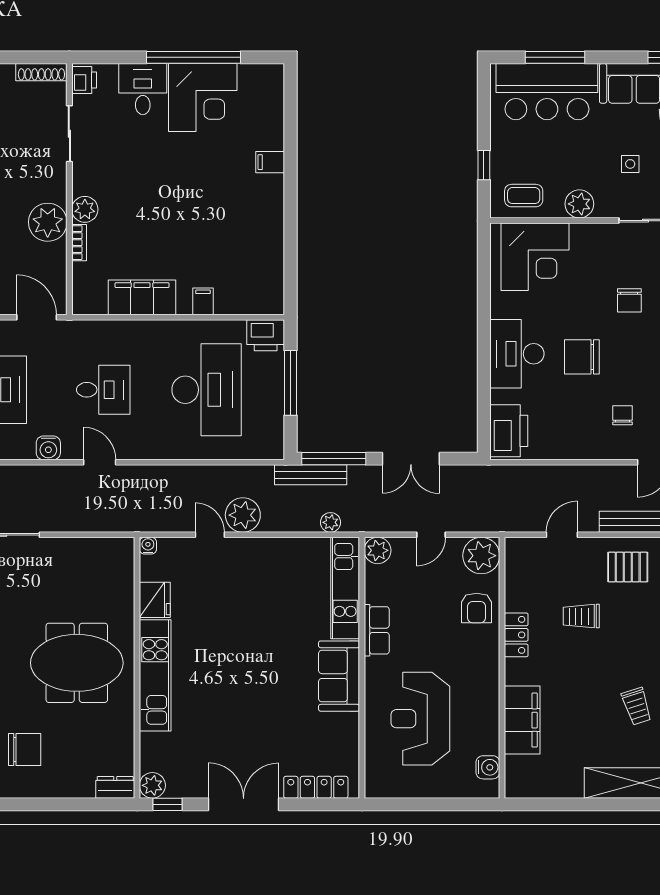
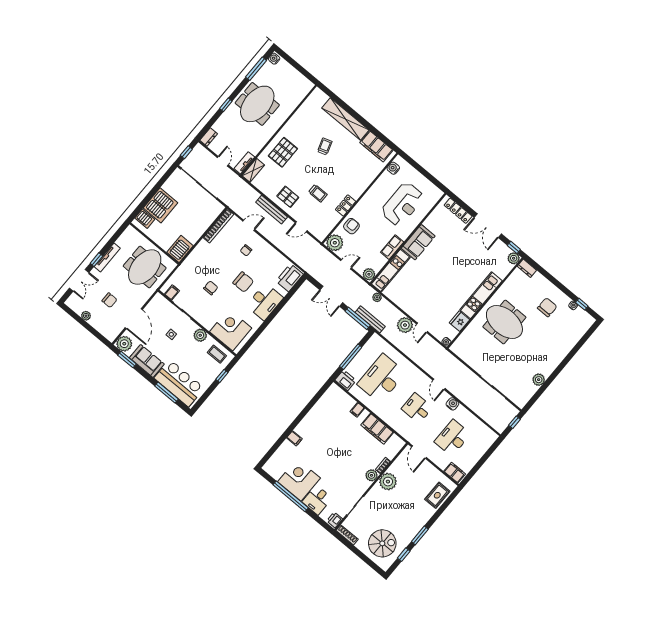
double door: (411, 459) -> (331, 296), swing flipped
filing cabinet: (522, 720) -> (376, 146), moved, turned -90
chair: (25, 750) -> (547, 307), turned 90

